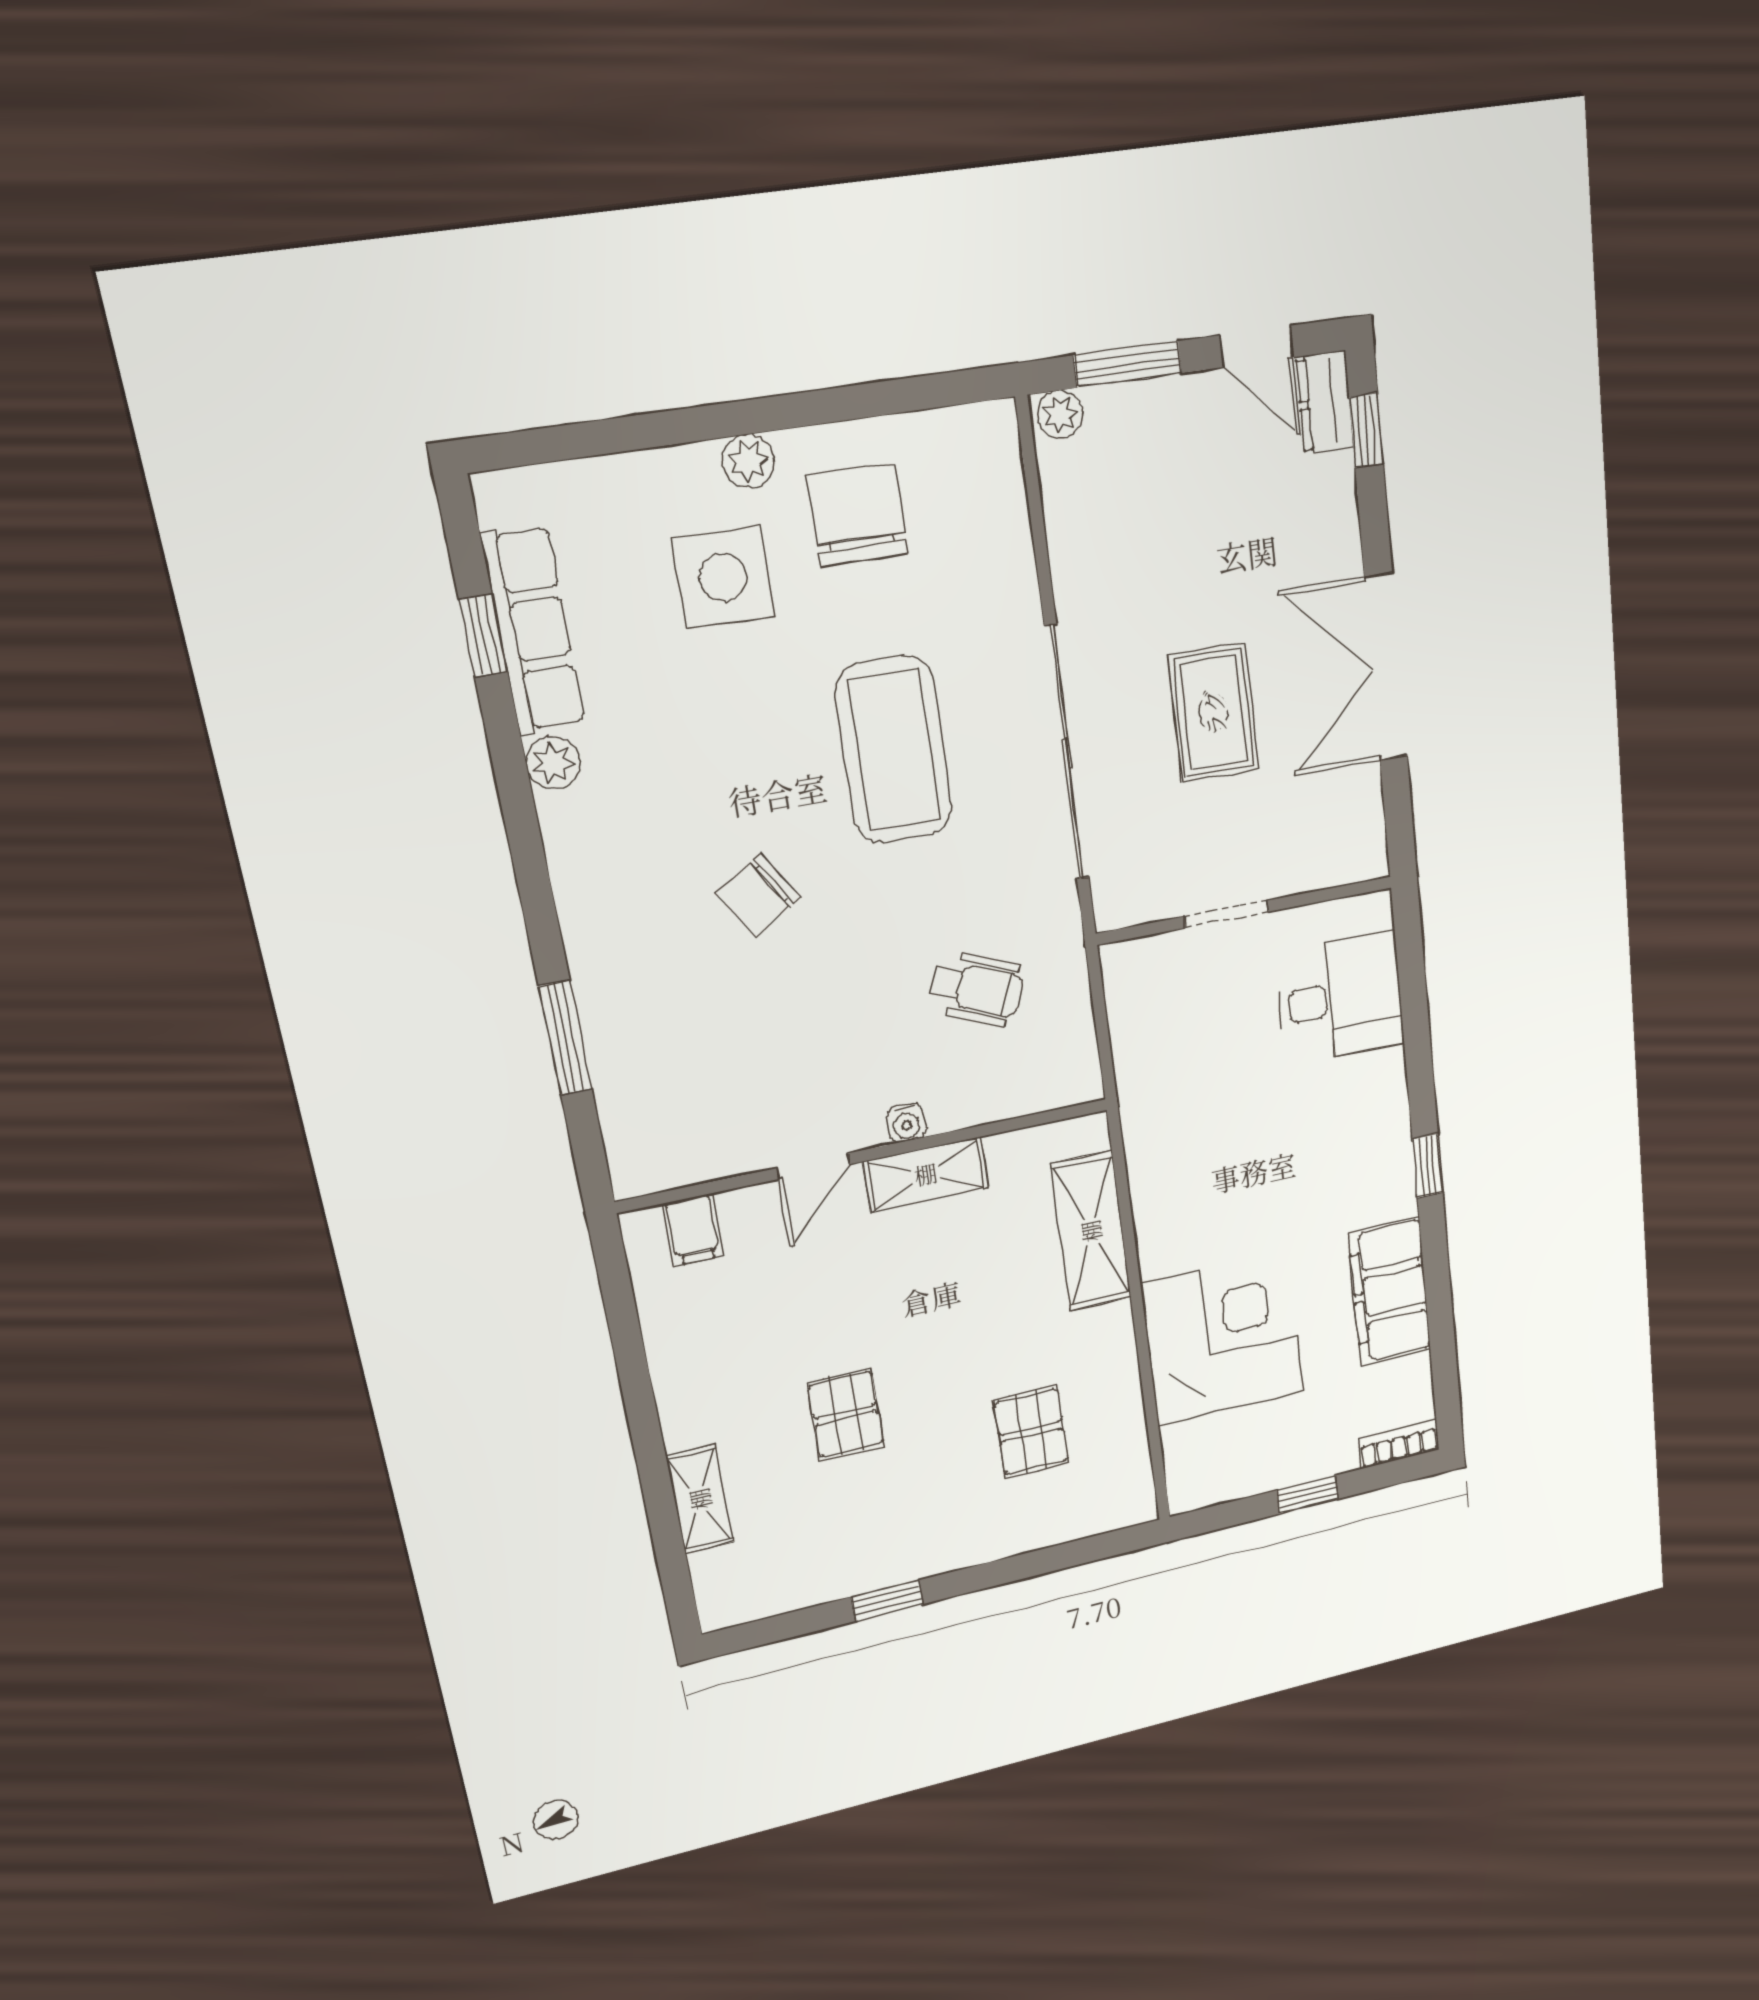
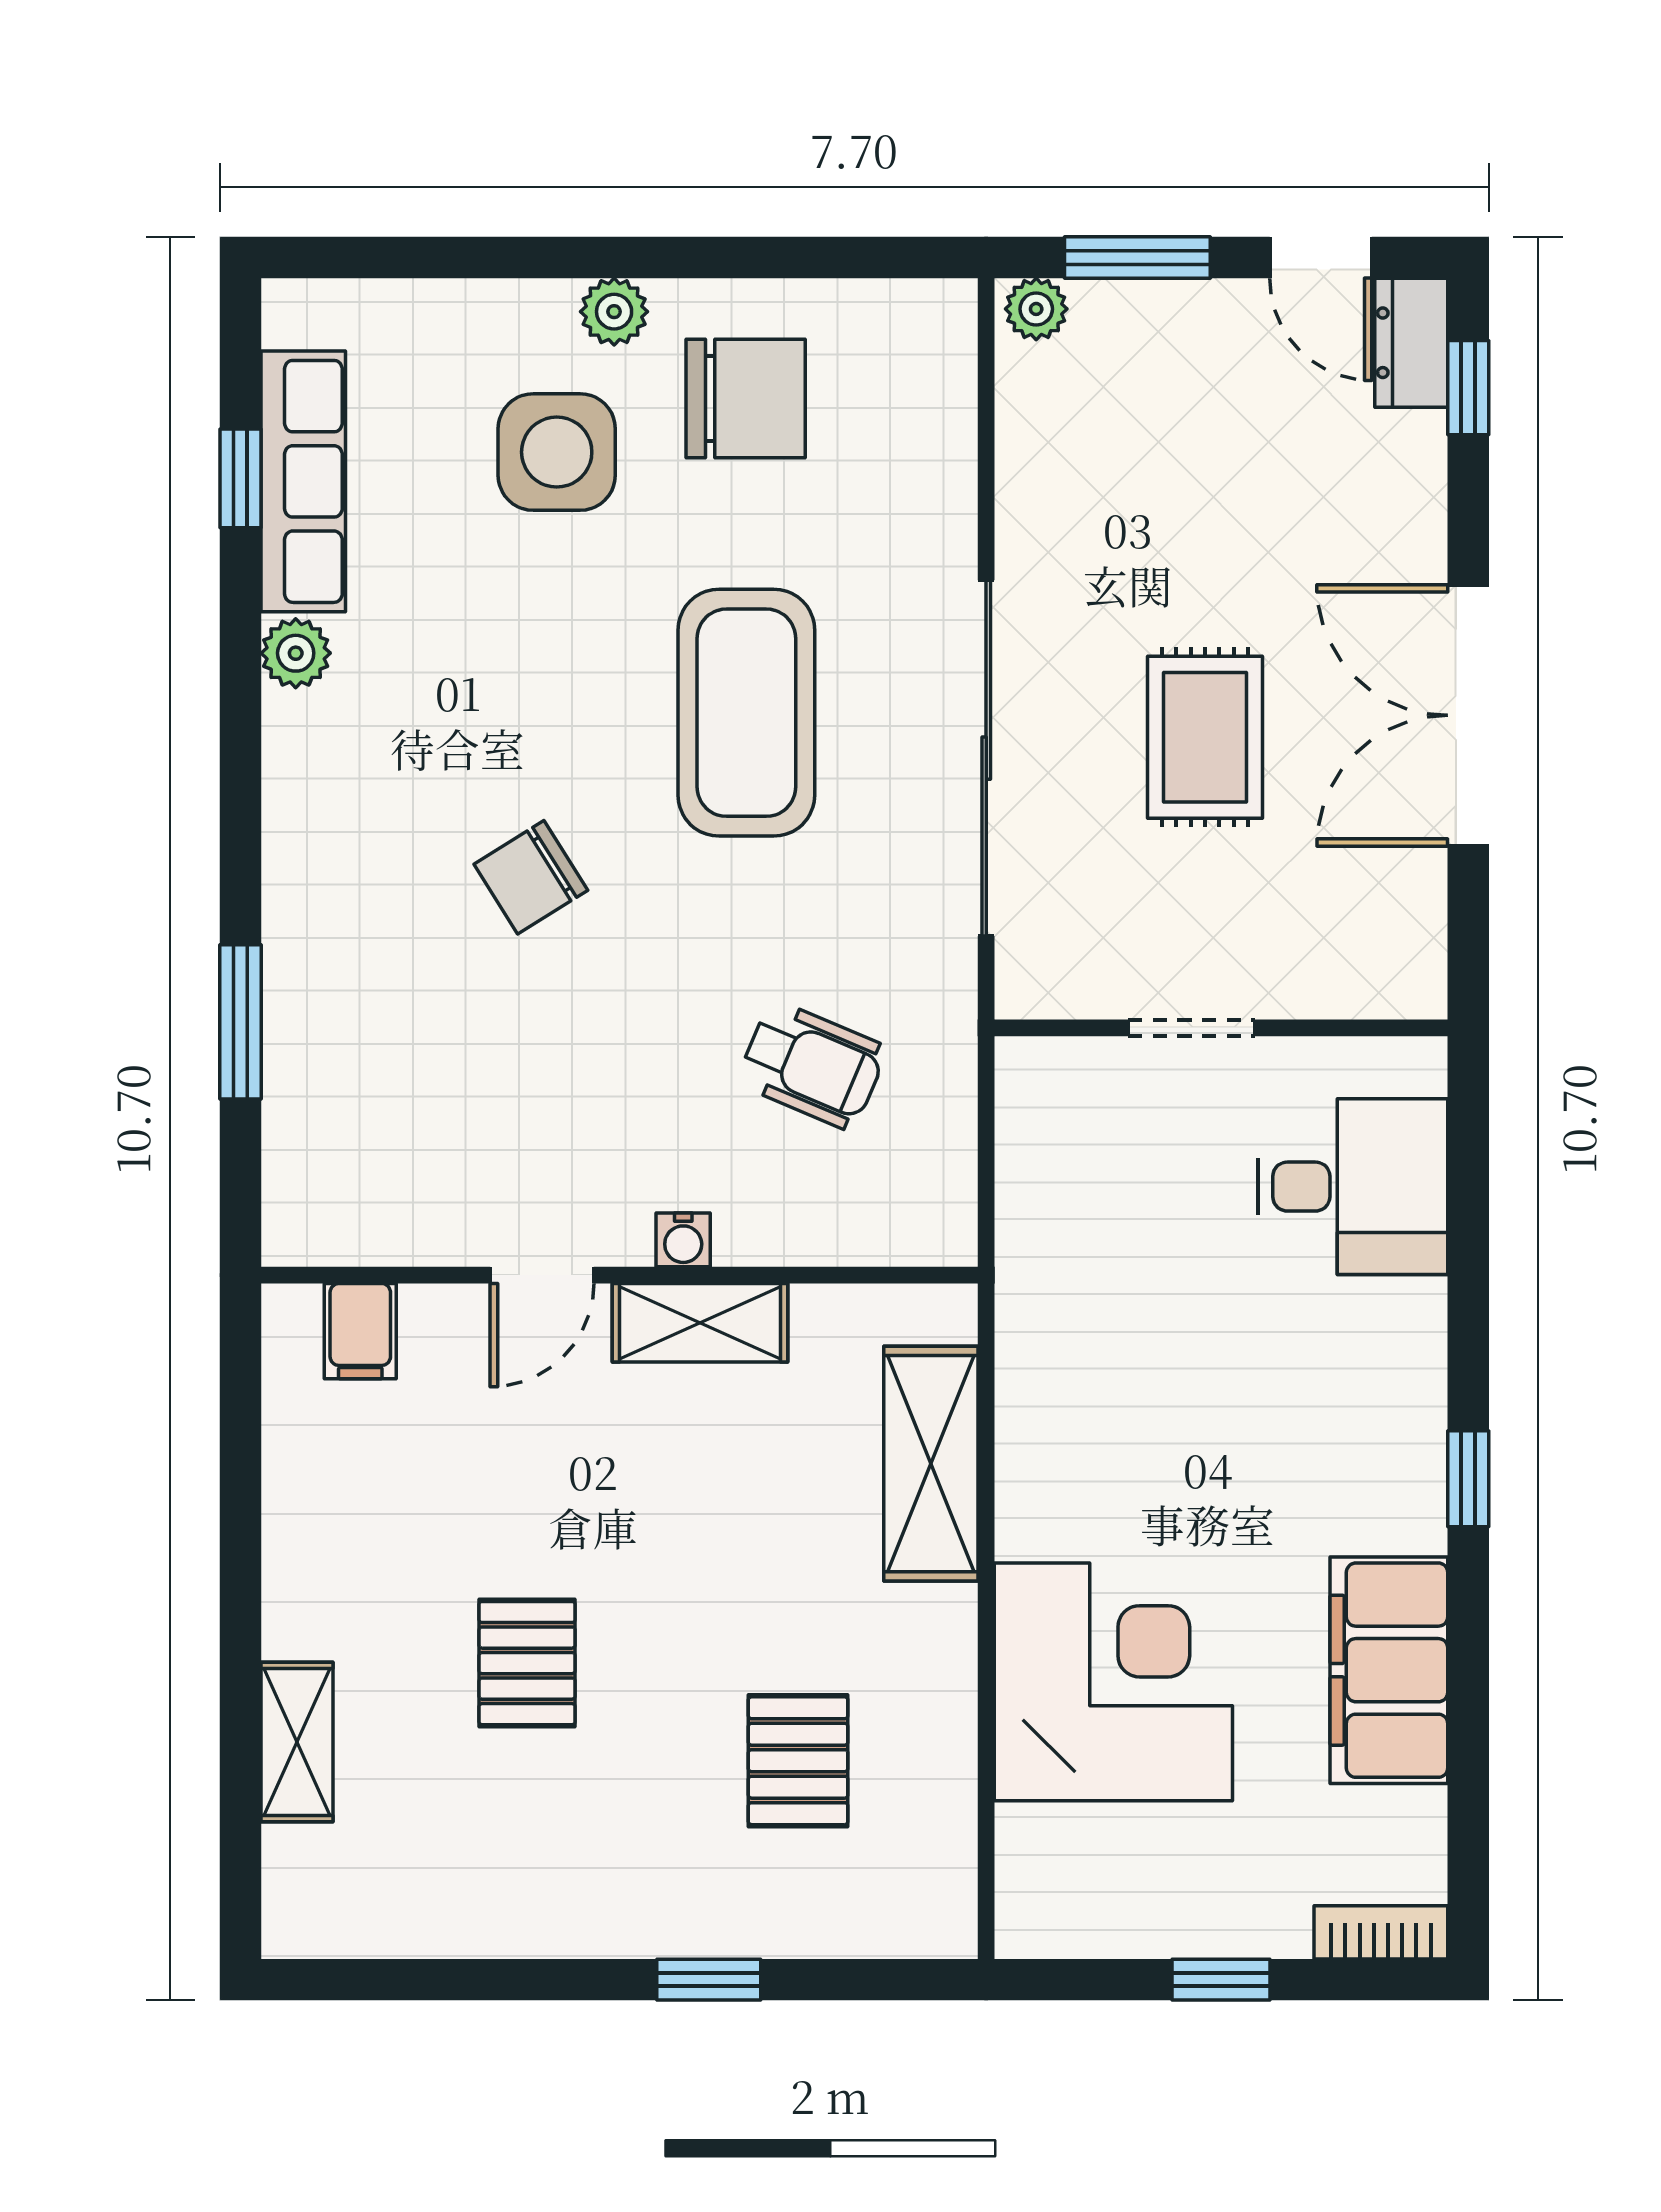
chair: (858, 515) -> (746, 398), turned 90
window: (887, 1601) -> (709, 1980), moved

